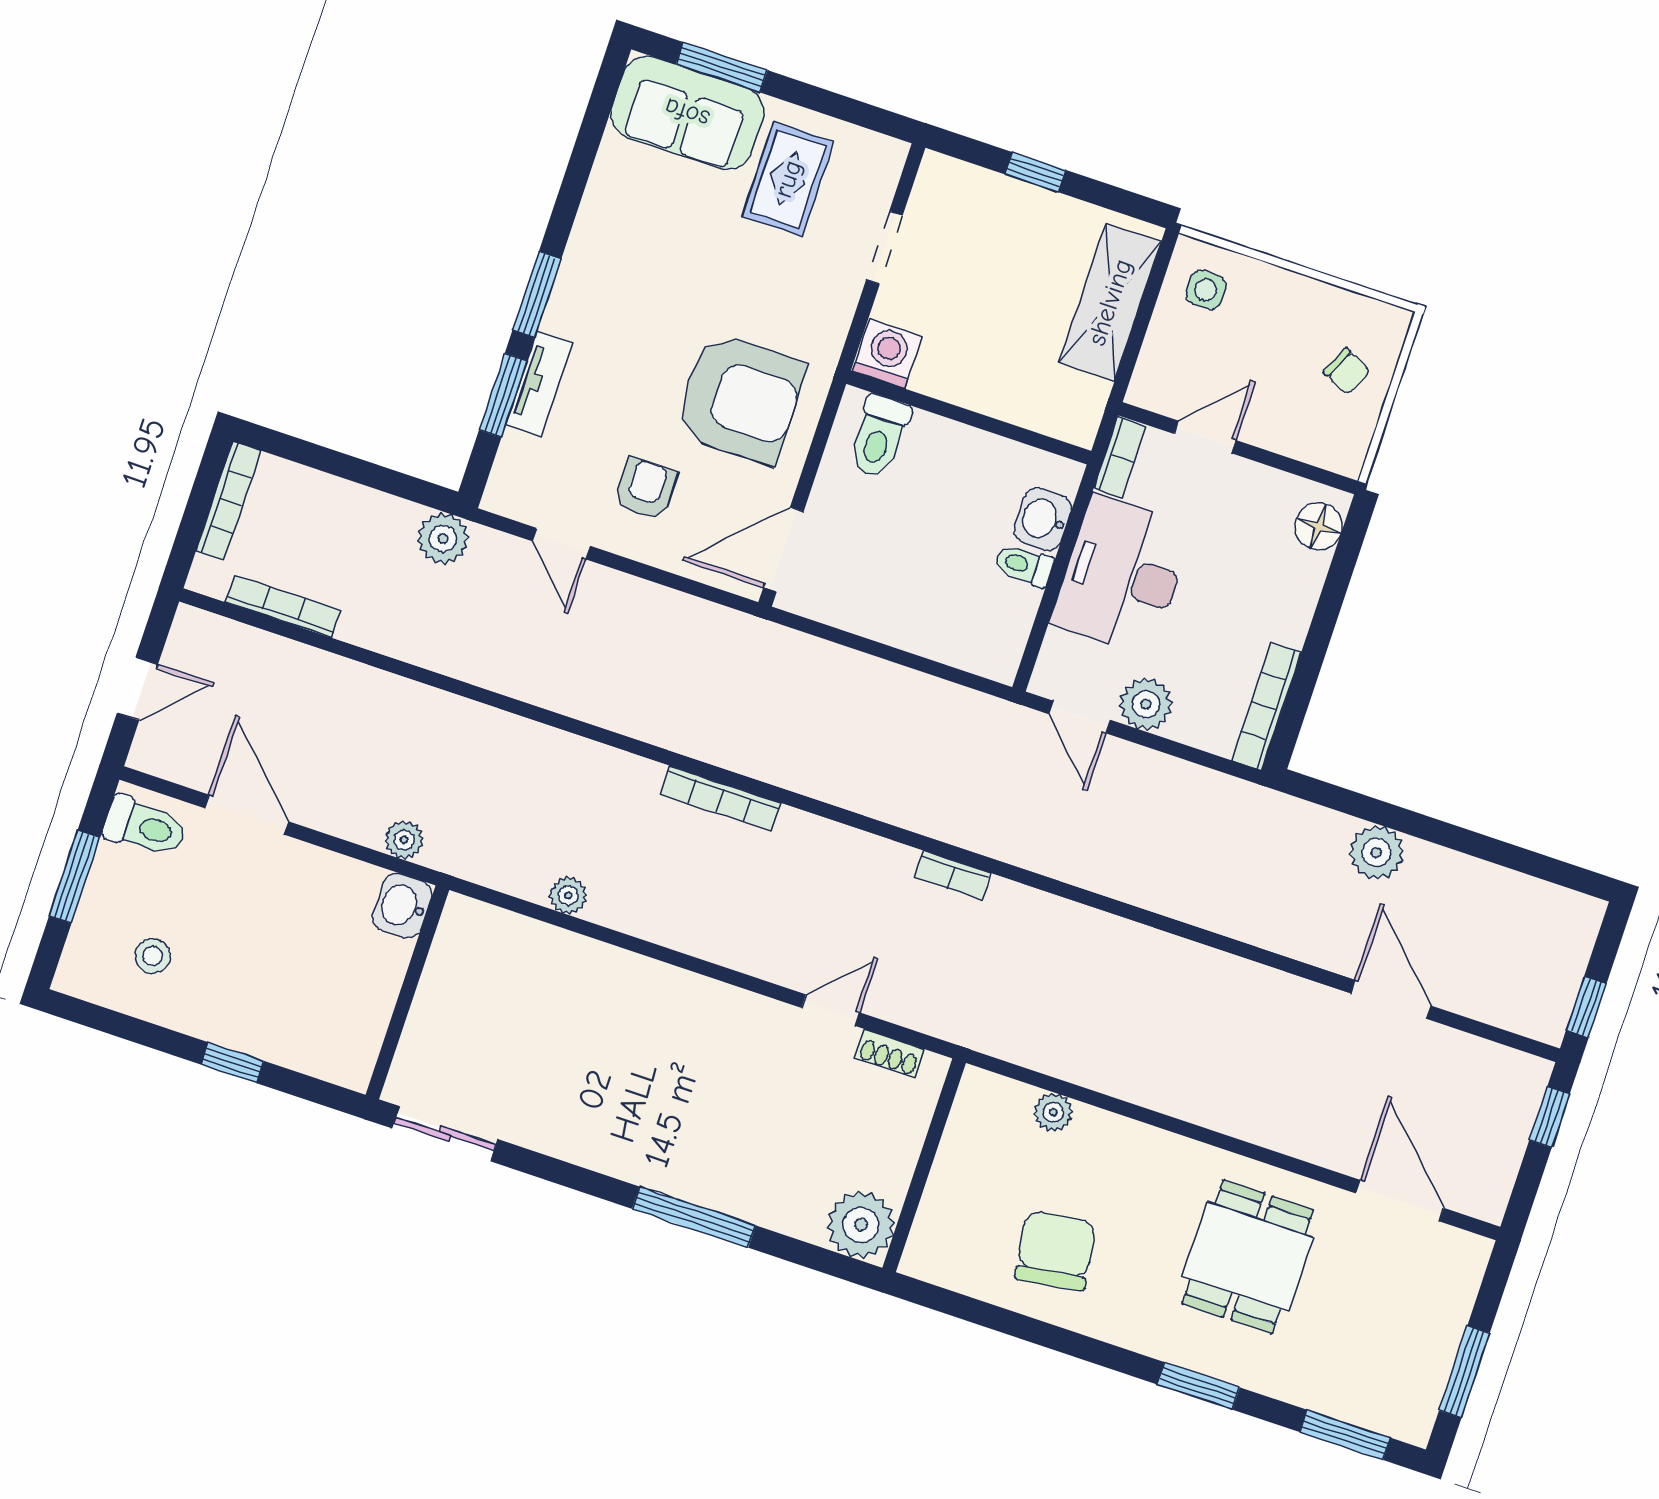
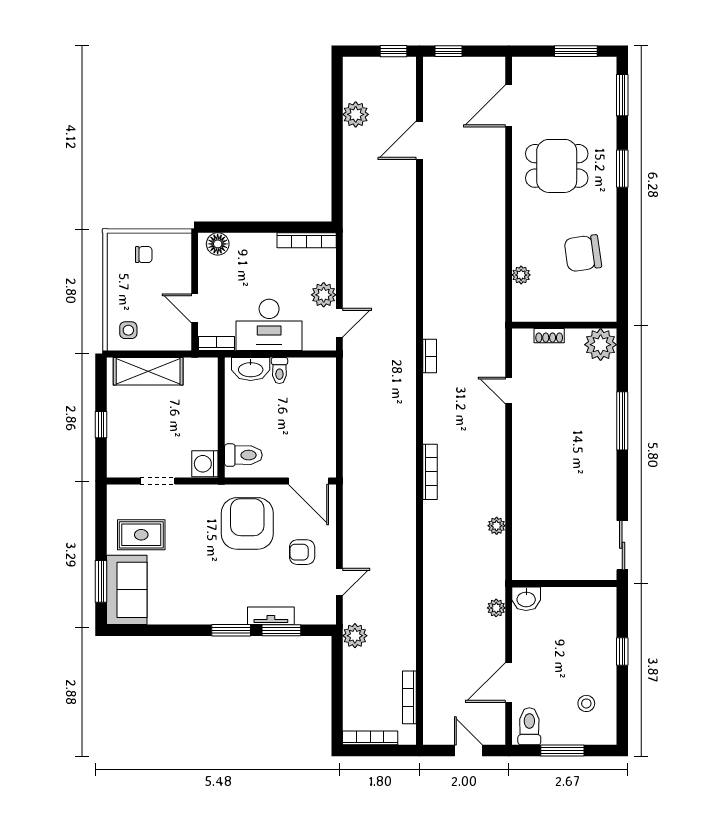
chair: (1347, 371) -> (144, 255), turned 65
washbasin: (1043, 519) -> (251, 369), width x1.38
plant: (1376, 852) -> (356, 114), moved
shoe rack: (890, 1054) -> (549, 336), moved, turned 90

